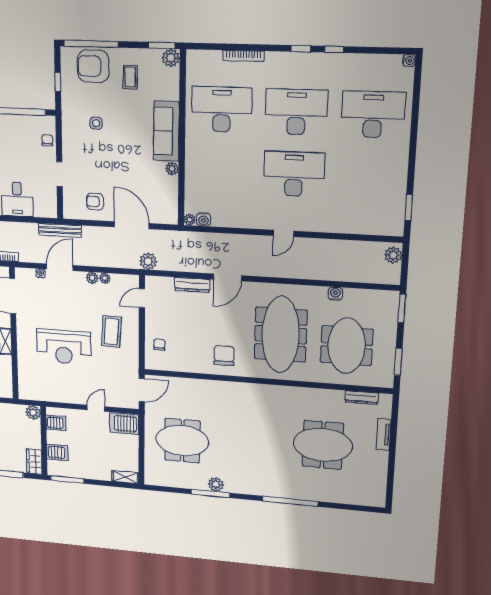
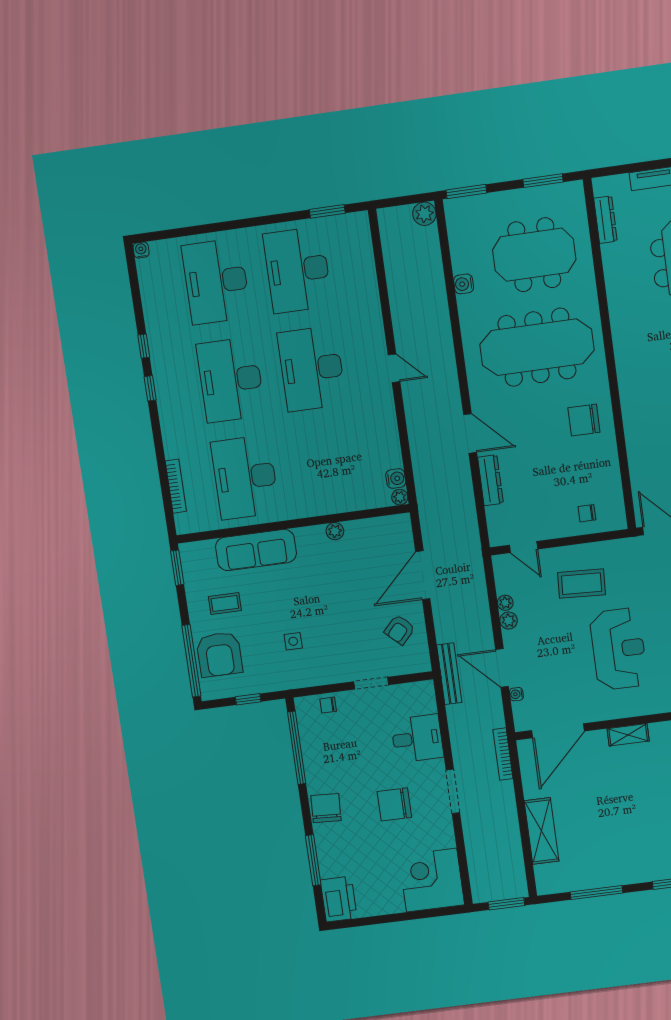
bookcase: (243, 56) -> (176, 486), moved
plant: (171, 58) -> (191, 553), removed
sofa: (166, 131) -> (256, 550), moved
desk: (369, 177) -> (298, 270), added
armchair: (95, 202) -> (400, 630), turned 43
plant: (393, 255) -> (424, 214), moved
plant: (148, 261) -> (469, 546), removed

